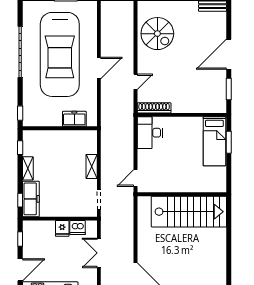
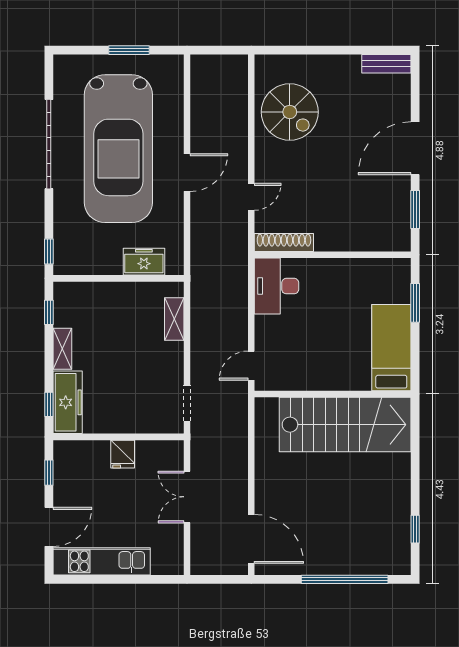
bed: (214, 141) -> (391, 348), moved, turned 180
shelving: (92, 166) -> (174, 319), moved
dishwasher: (78, 228) -> (150, 453), removed
window: (229, 271) -> (415, 529), added

